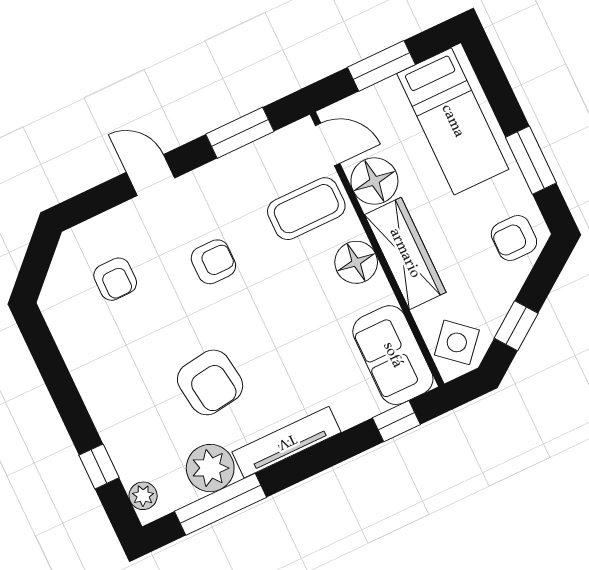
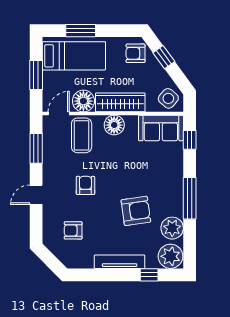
window: (531, 160) -> (81, 31), moved
armchair: (514, 238) -> (136, 53), turned 90
armchair: (115, 279) -> (73, 230), turned 180
window: (516, 326) -> (164, 57), moved
tv unit: (287, 442) -> (120, 262), moved, turned 90
plant: (143, 496) -> (170, 256), width x1.87, depth x1.87
window: (220, 504) -> (190, 198), moved

